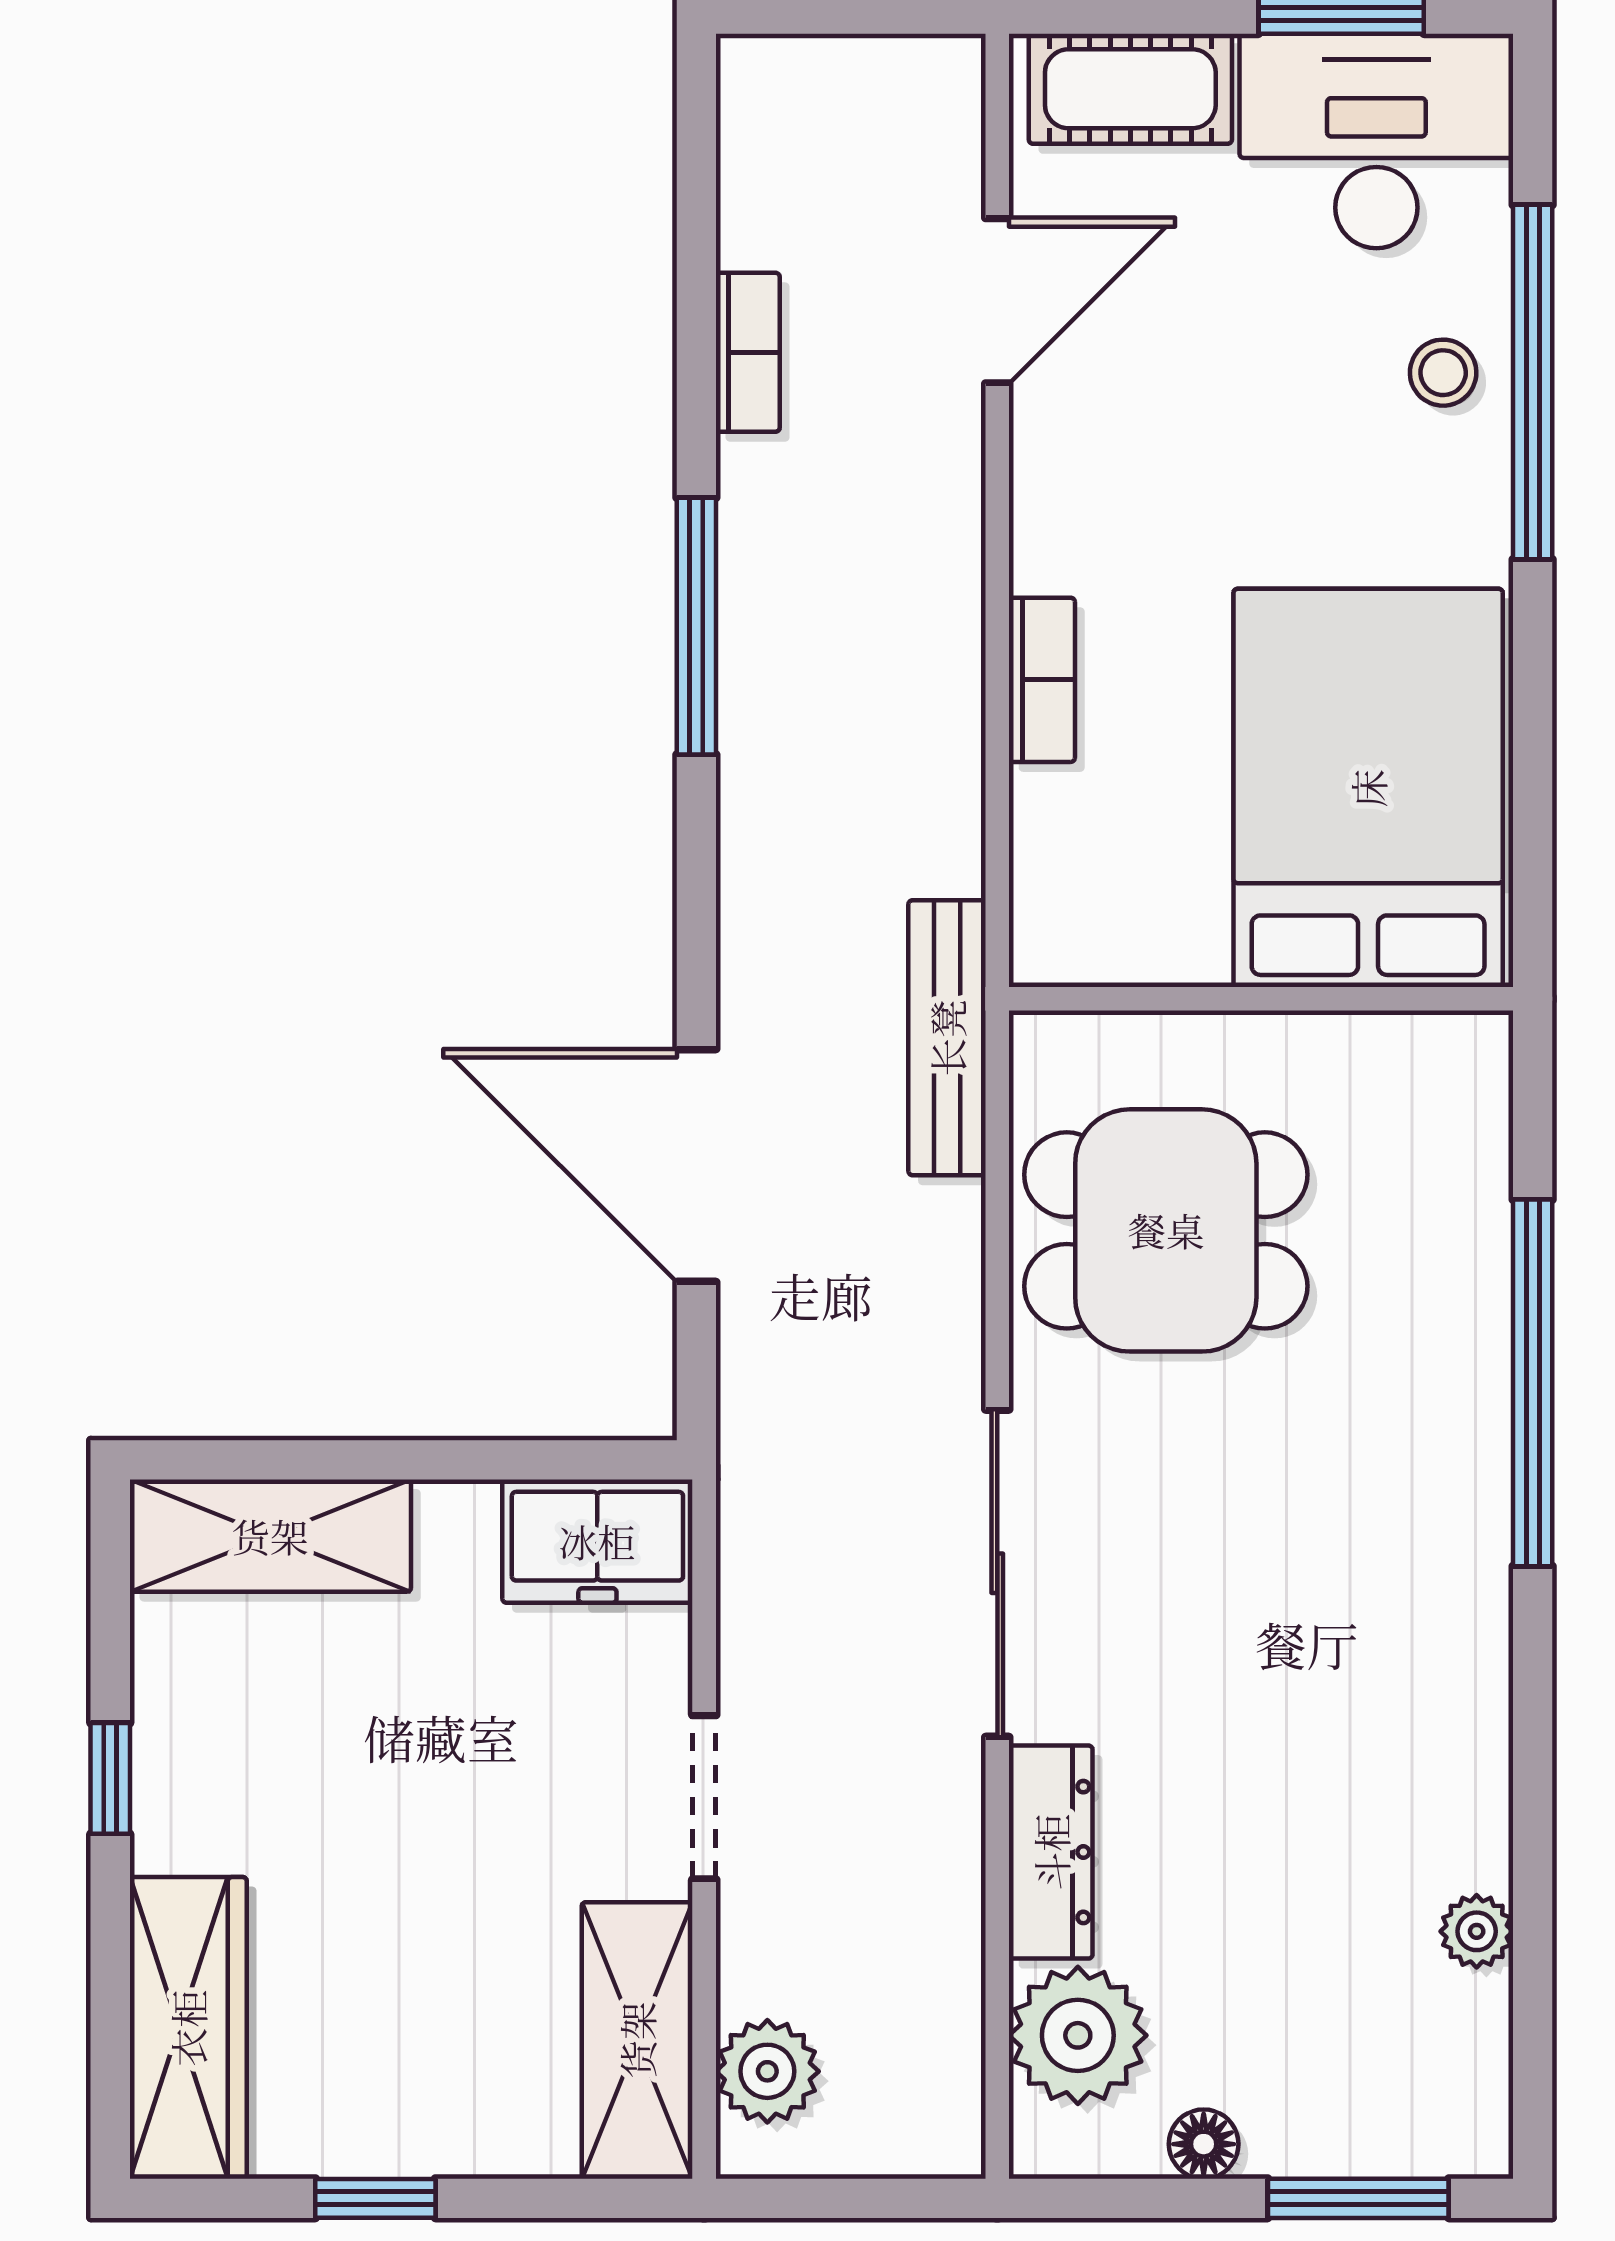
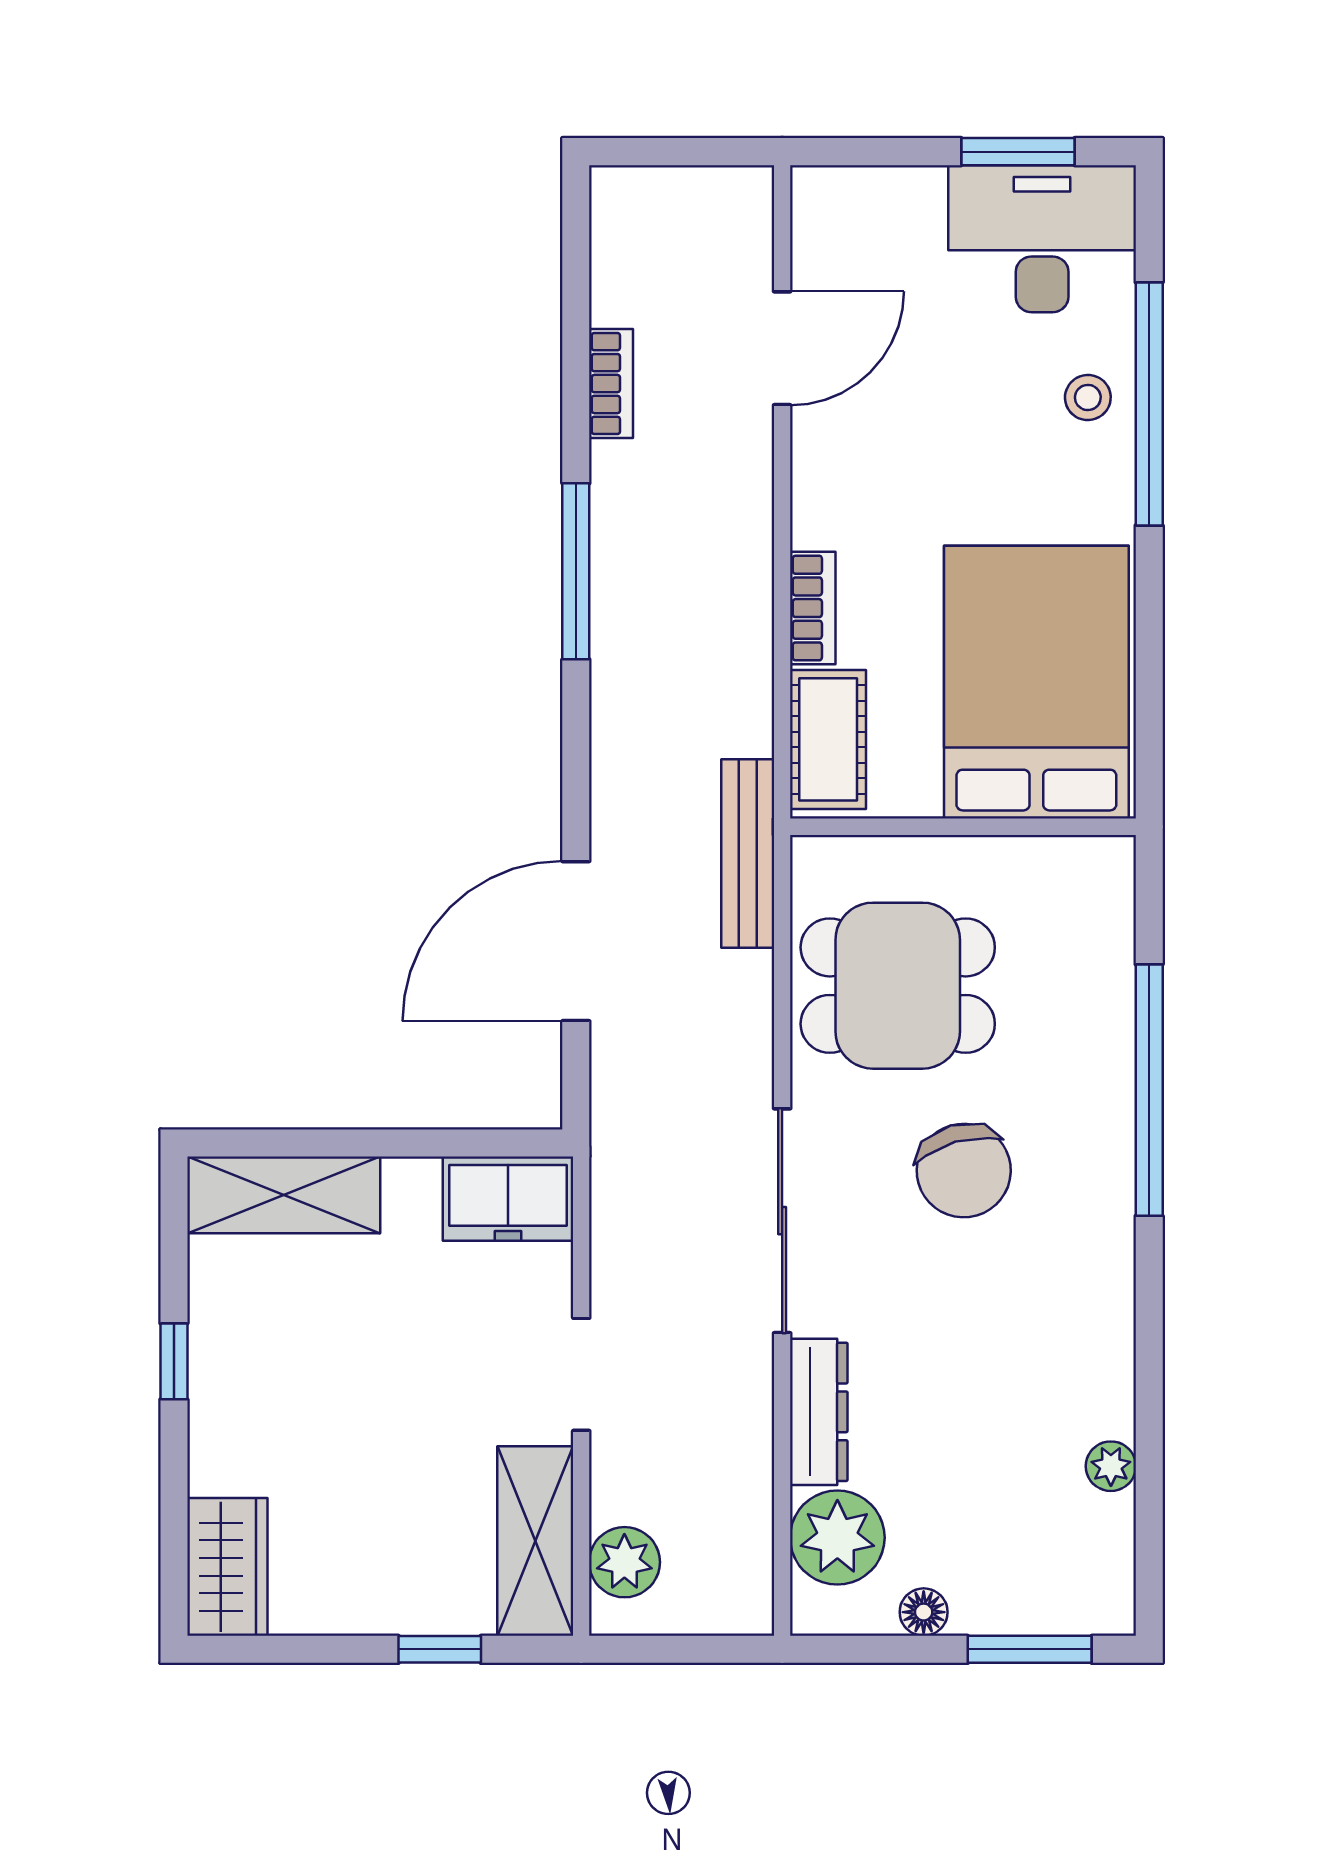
cot: (1130, 89) -> (828, 739), moved, turned 90
door: (696, 1166) -> (576, 941), hinge flipped
chair: (1262, 1500) -> (964, 1171), added
wardrobe: (188, 2028) -> (227, 1567), width x0.67
window: (375, 2198) -> (440, 1649), moved

